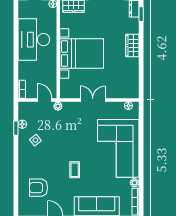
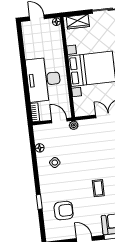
desk: (34, 40) -> (44, 79), moved
window: (16, 128) -> (39, 202), moved
armchair: (39, 188) -> (64, 211), turned 180

